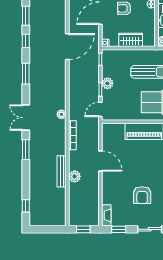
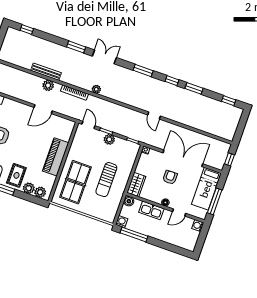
wardrobe: (131, 40) -> (136, 185), moved
door: (67, 47) -> (154, 115), width x0.53
plant: (75, 176) -> (48, 85), moved

